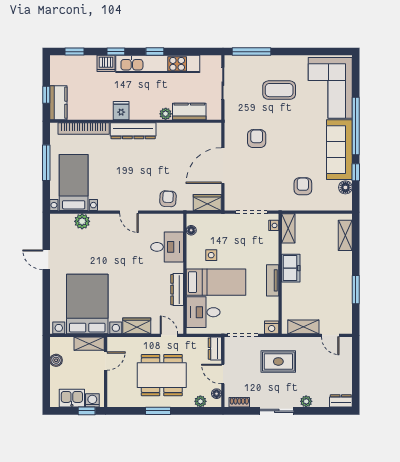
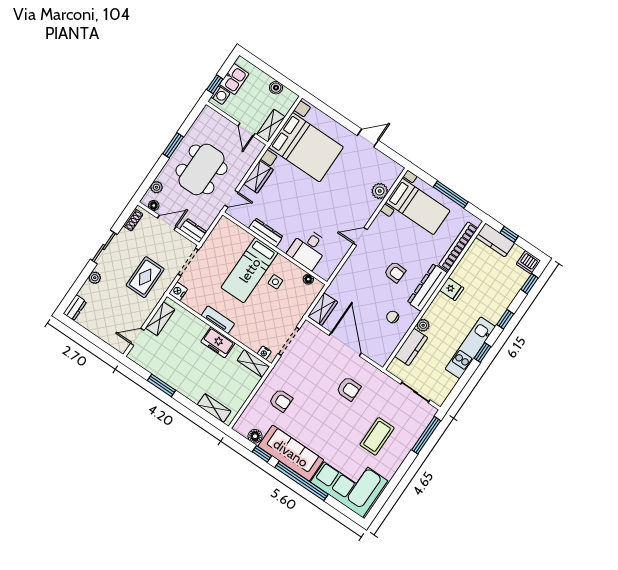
dishwasher: (106, 63) -> (528, 262), moved, turned -90
kitchen unit: (158, 64) -> (470, 348), width x0.73
chair: (175, 143) -> (393, 317), added
armchair: (168, 199) -> (395, 272), moved
desk: (203, 312) -> (231, 242), removed

